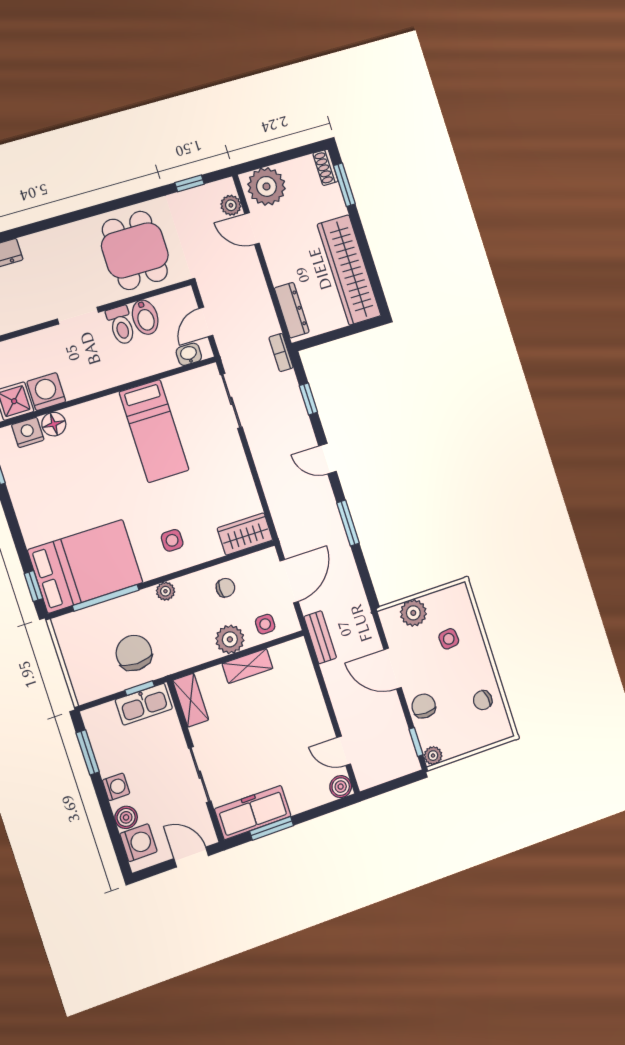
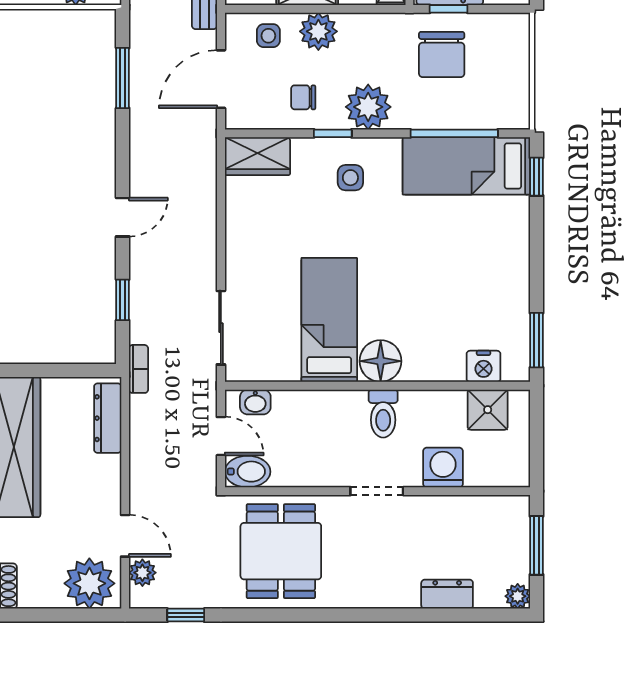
bidet: (145, 317) -> (248, 472), moved, turned 90
door: (206, 322) -> (221, 436), hinge flipped
toilet: (121, 325) -> (383, 414), moved, turned 180
washing machine: (46, 392) -> (443, 467), moved, turned 180
floor lamp: (54, 424) -> (381, 361), moved, width x1.38, depth x1.38
door: (328, 459) -> (123, 217), hinge flipped
window: (348, 523) -> (123, 78), moved
bed: (85, 566) -> (466, 166), width x0.67
window: (195, 569) -> (333, 133), added
plant: (165, 591) -> (368, 107), width x1.88, depth x1.88

